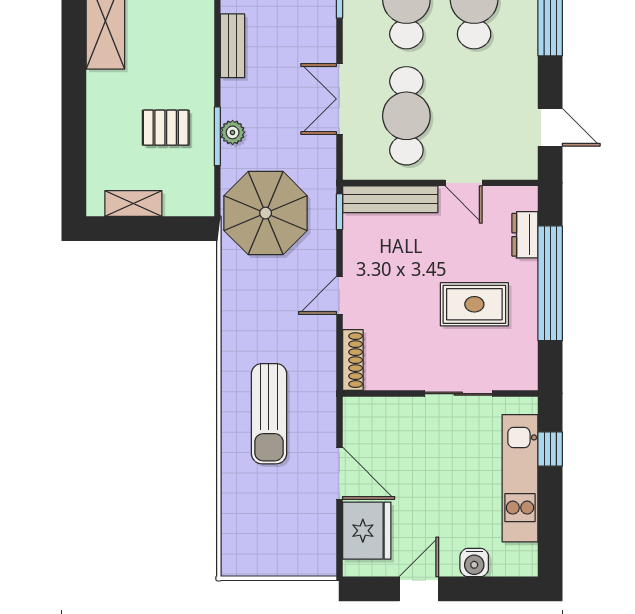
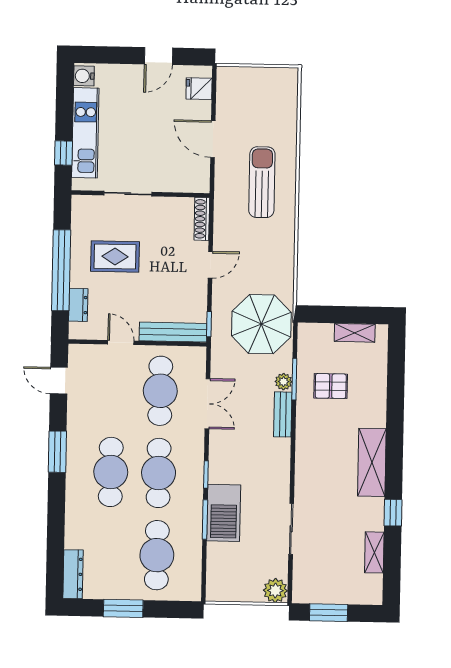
bench: (233, 46) -> (283, 414), moved
fridge: (367, 531) -> (199, 89), width x0.53, depth x0.75
water cooler: (474, 563) -> (84, 76), moved, turned -90

